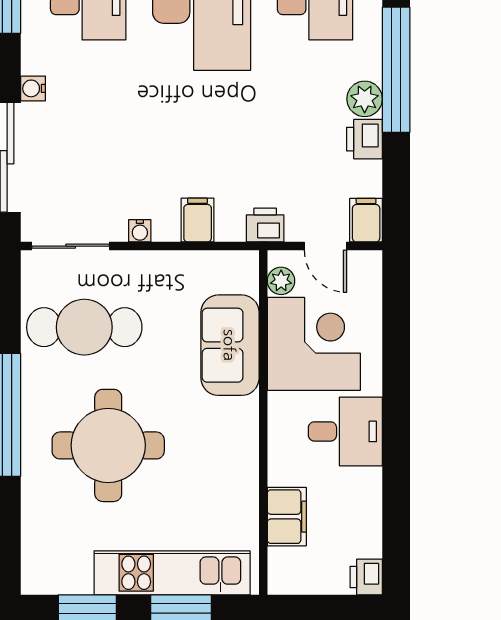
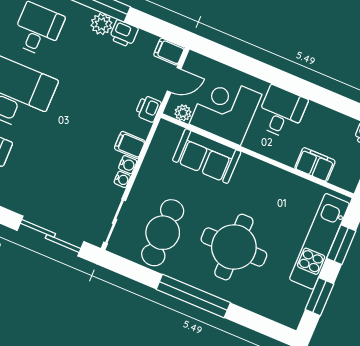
water cooler: (33, 88) -> (128, 165), moved, turned -90

